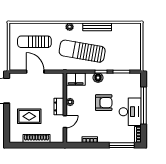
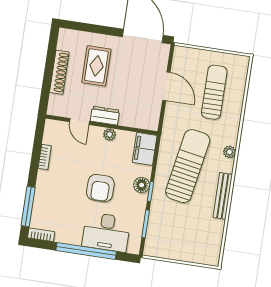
door: (35, 72) -> (166, 86), hinge flipped
desk: (130, 112) -> (106, 232), moved

